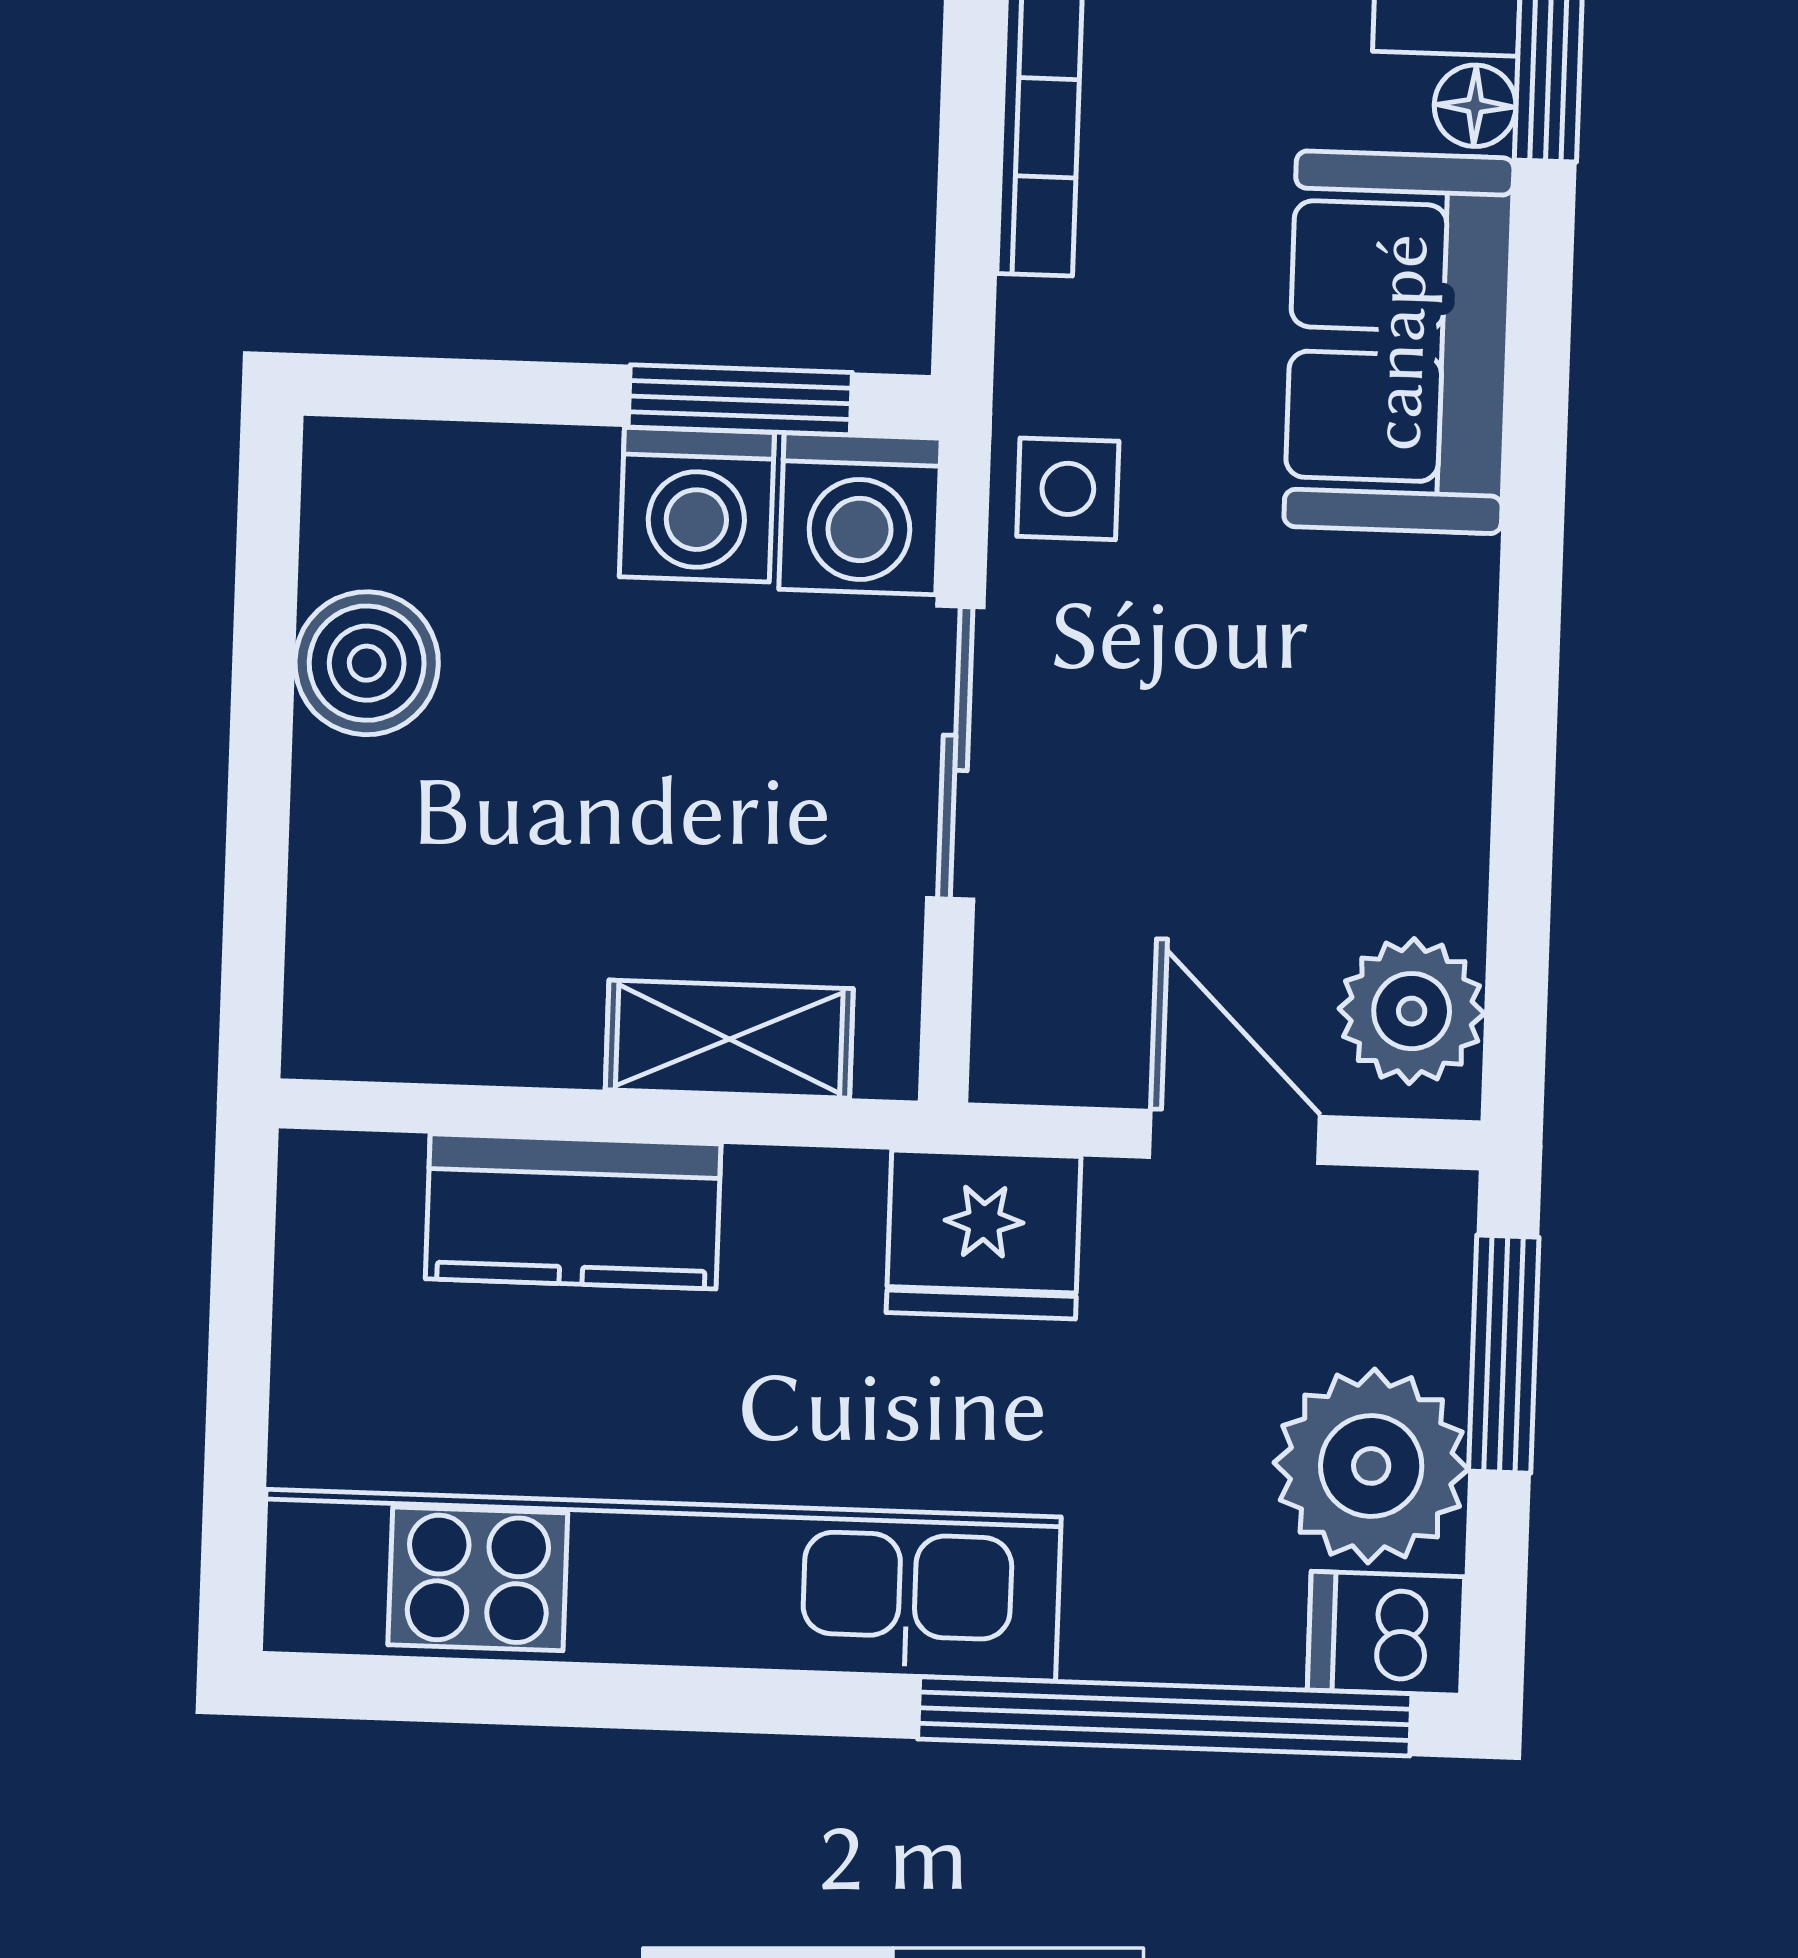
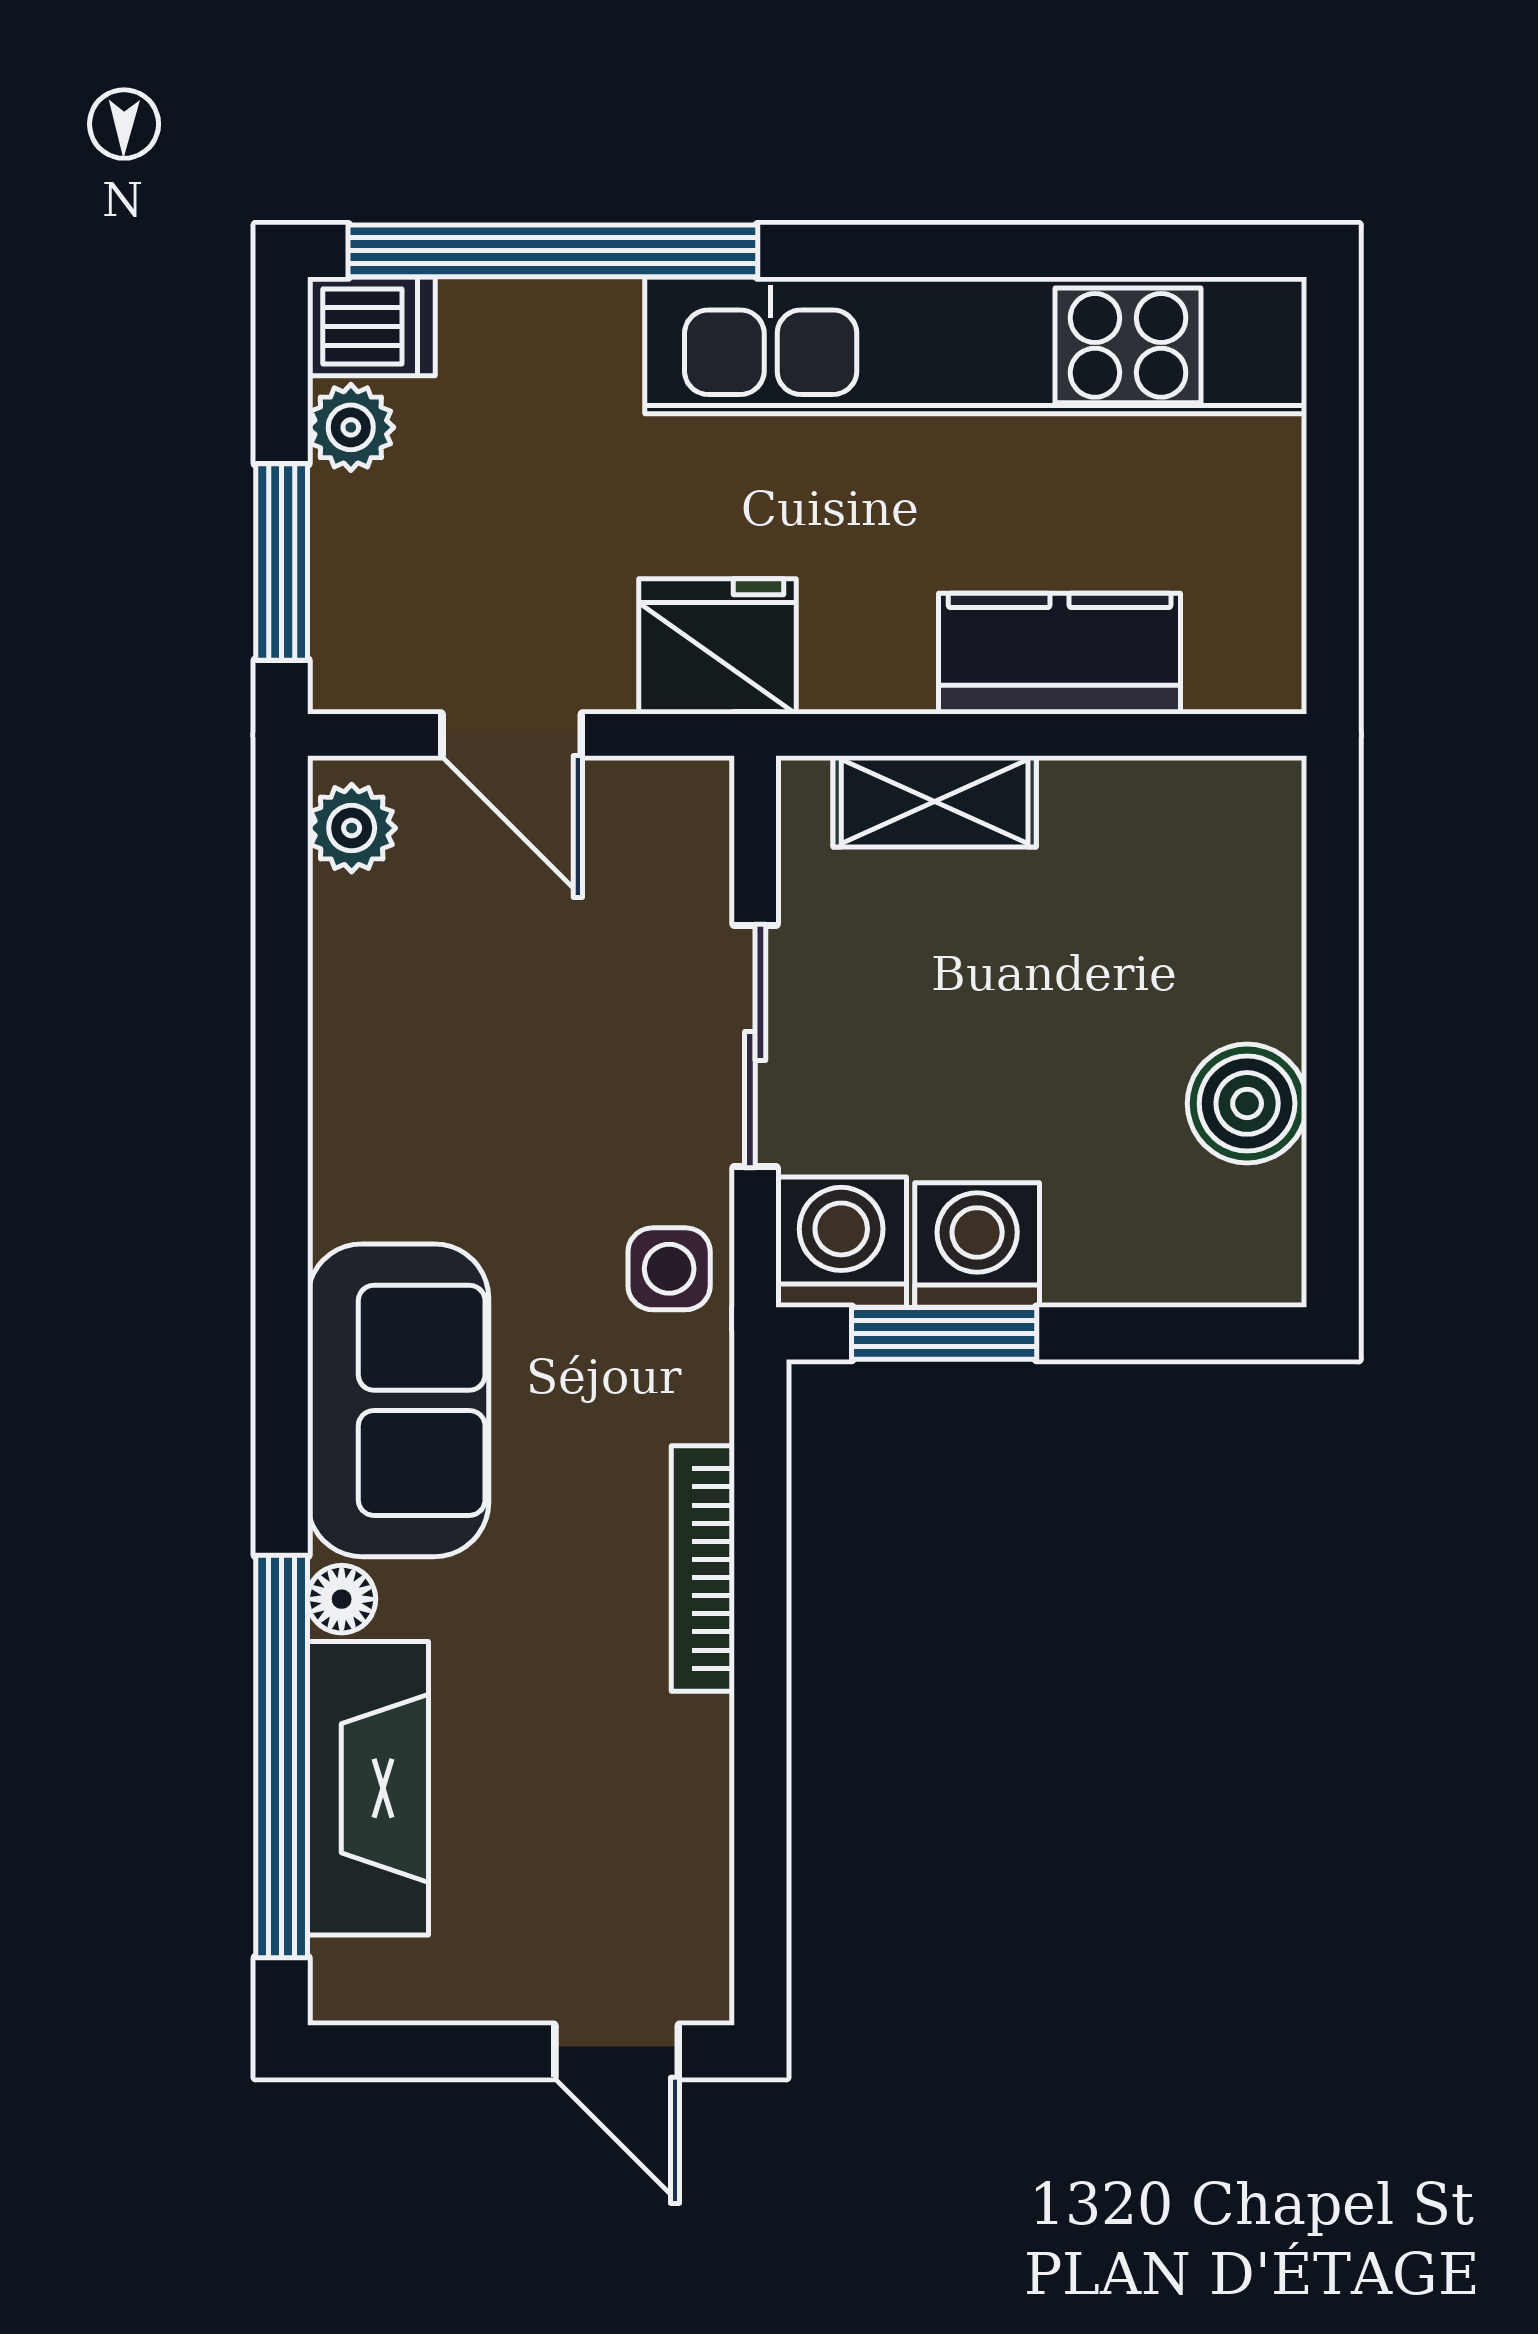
plant: (1412, 1011) -> (352, 828), width x0.73, depth x0.73
plant: (1371, 1466) -> (351, 427), width x0.53, depth x0.53

